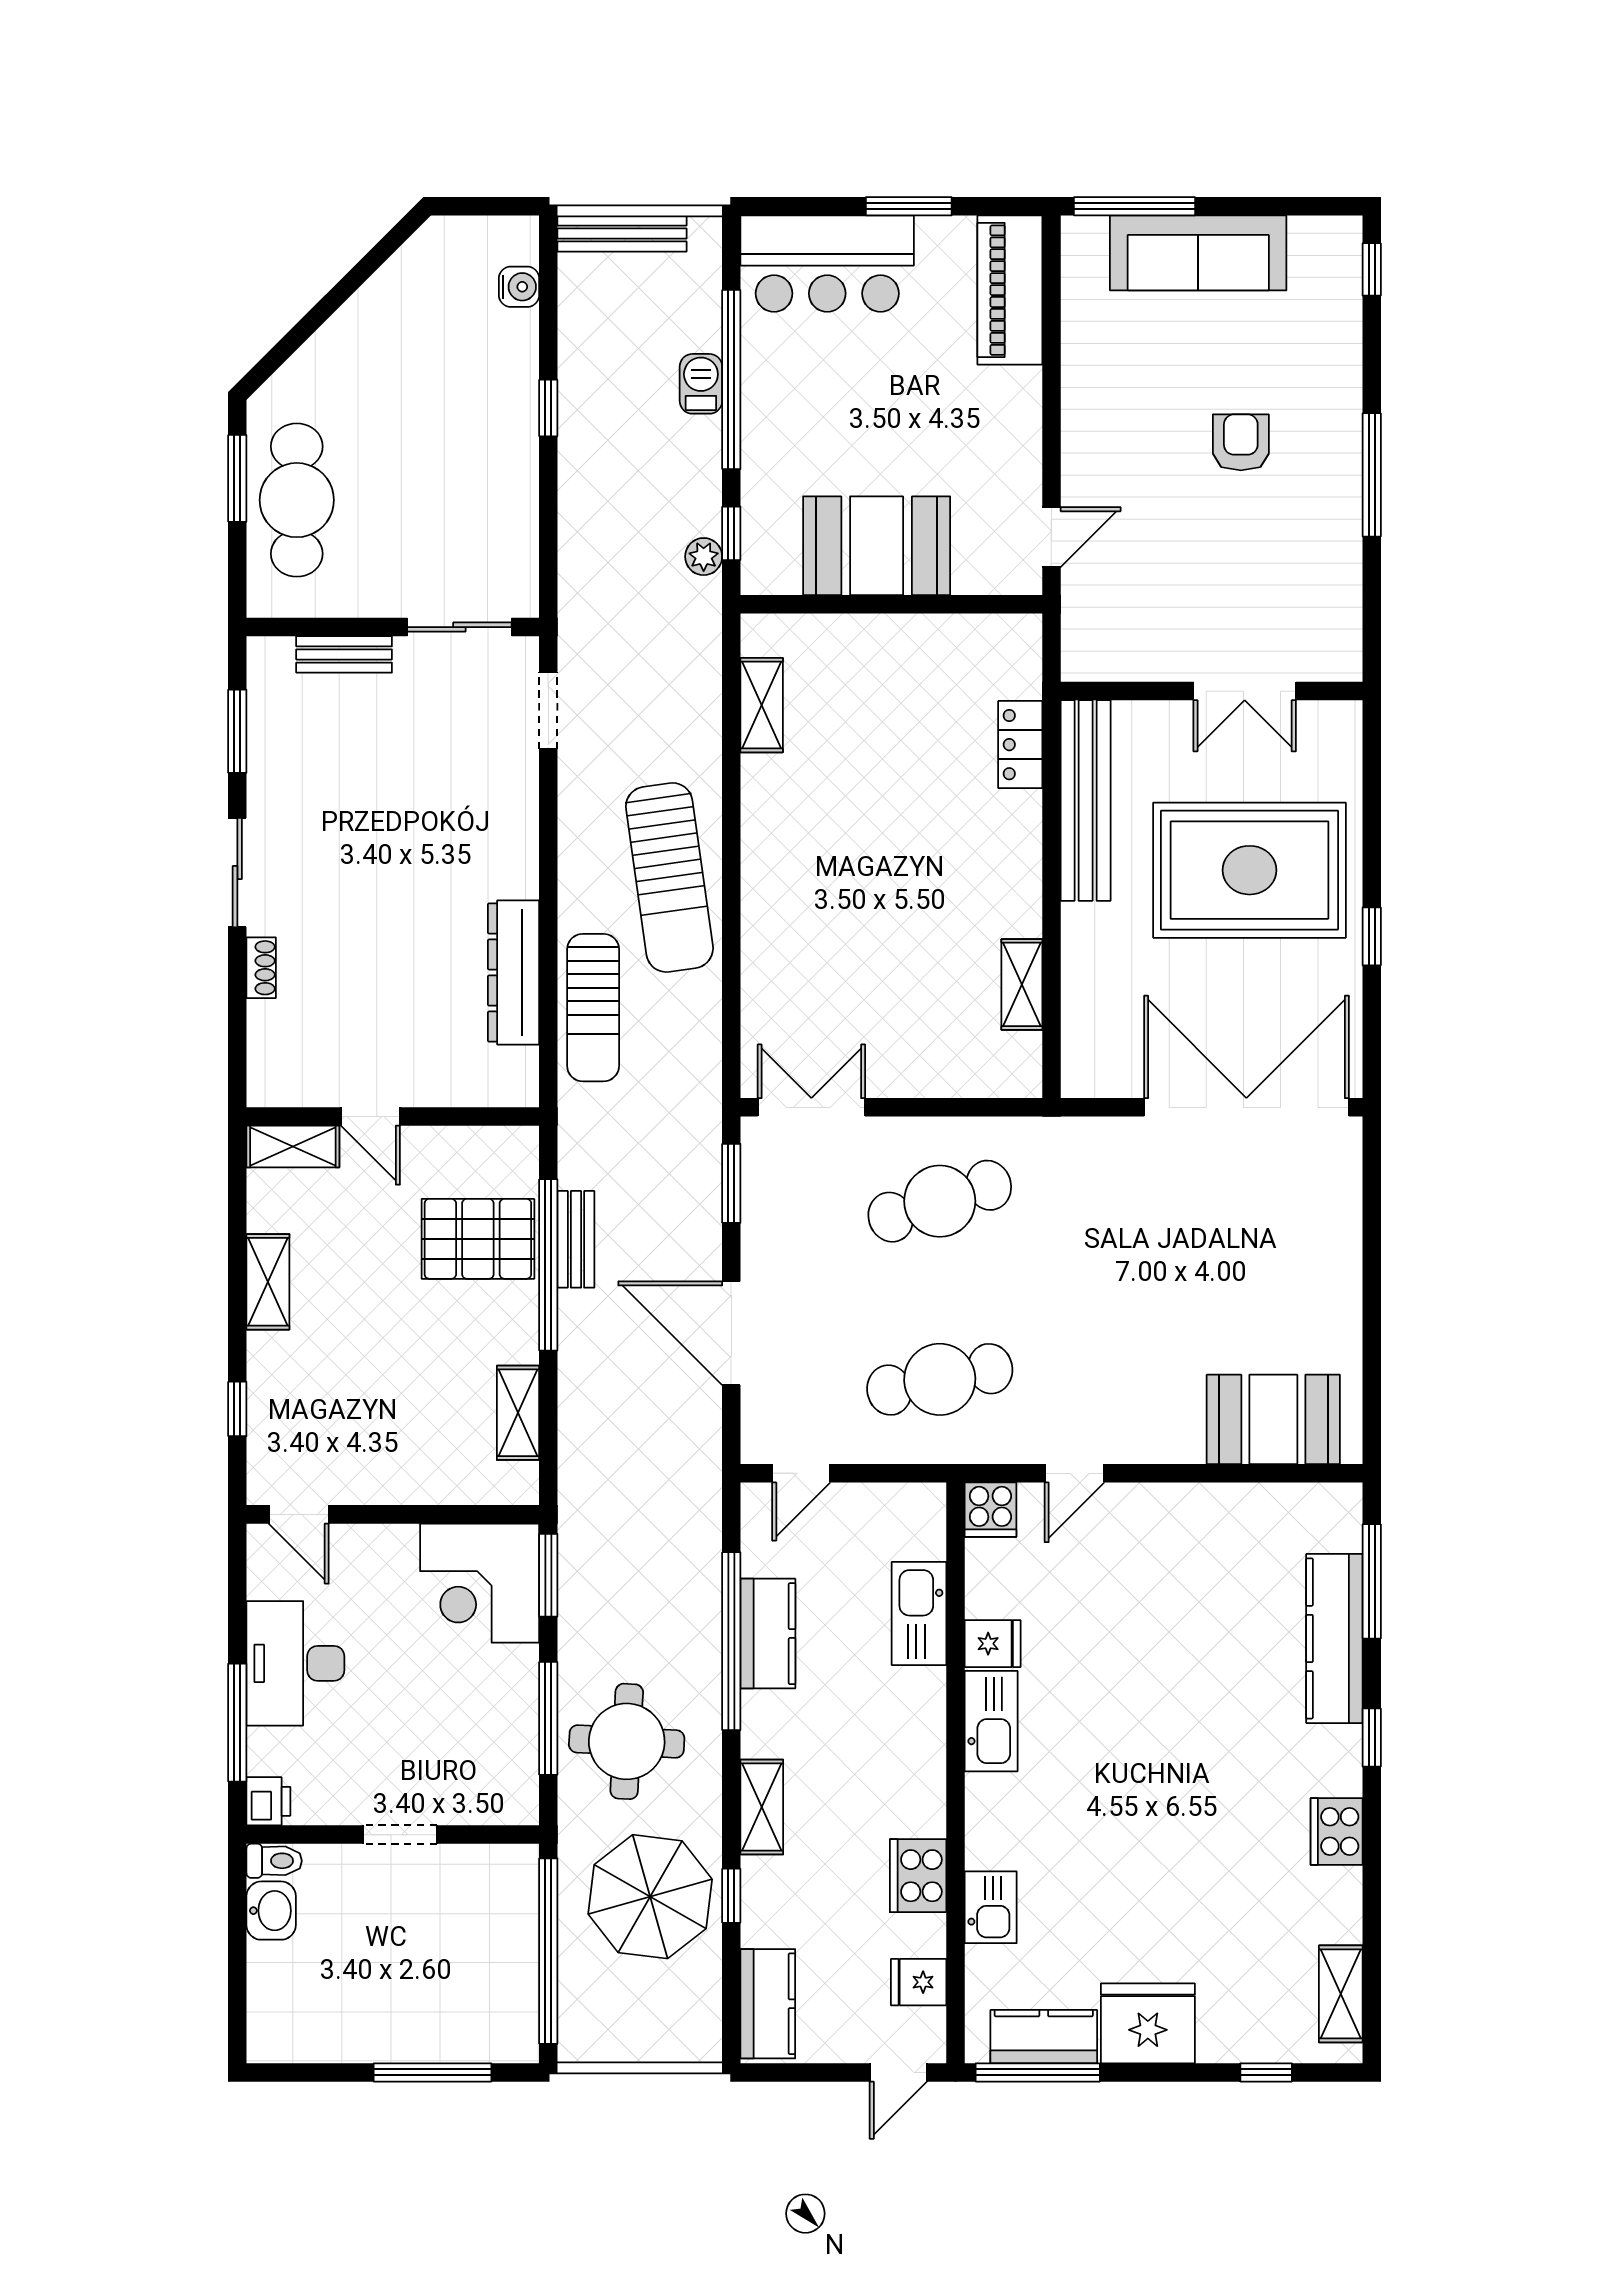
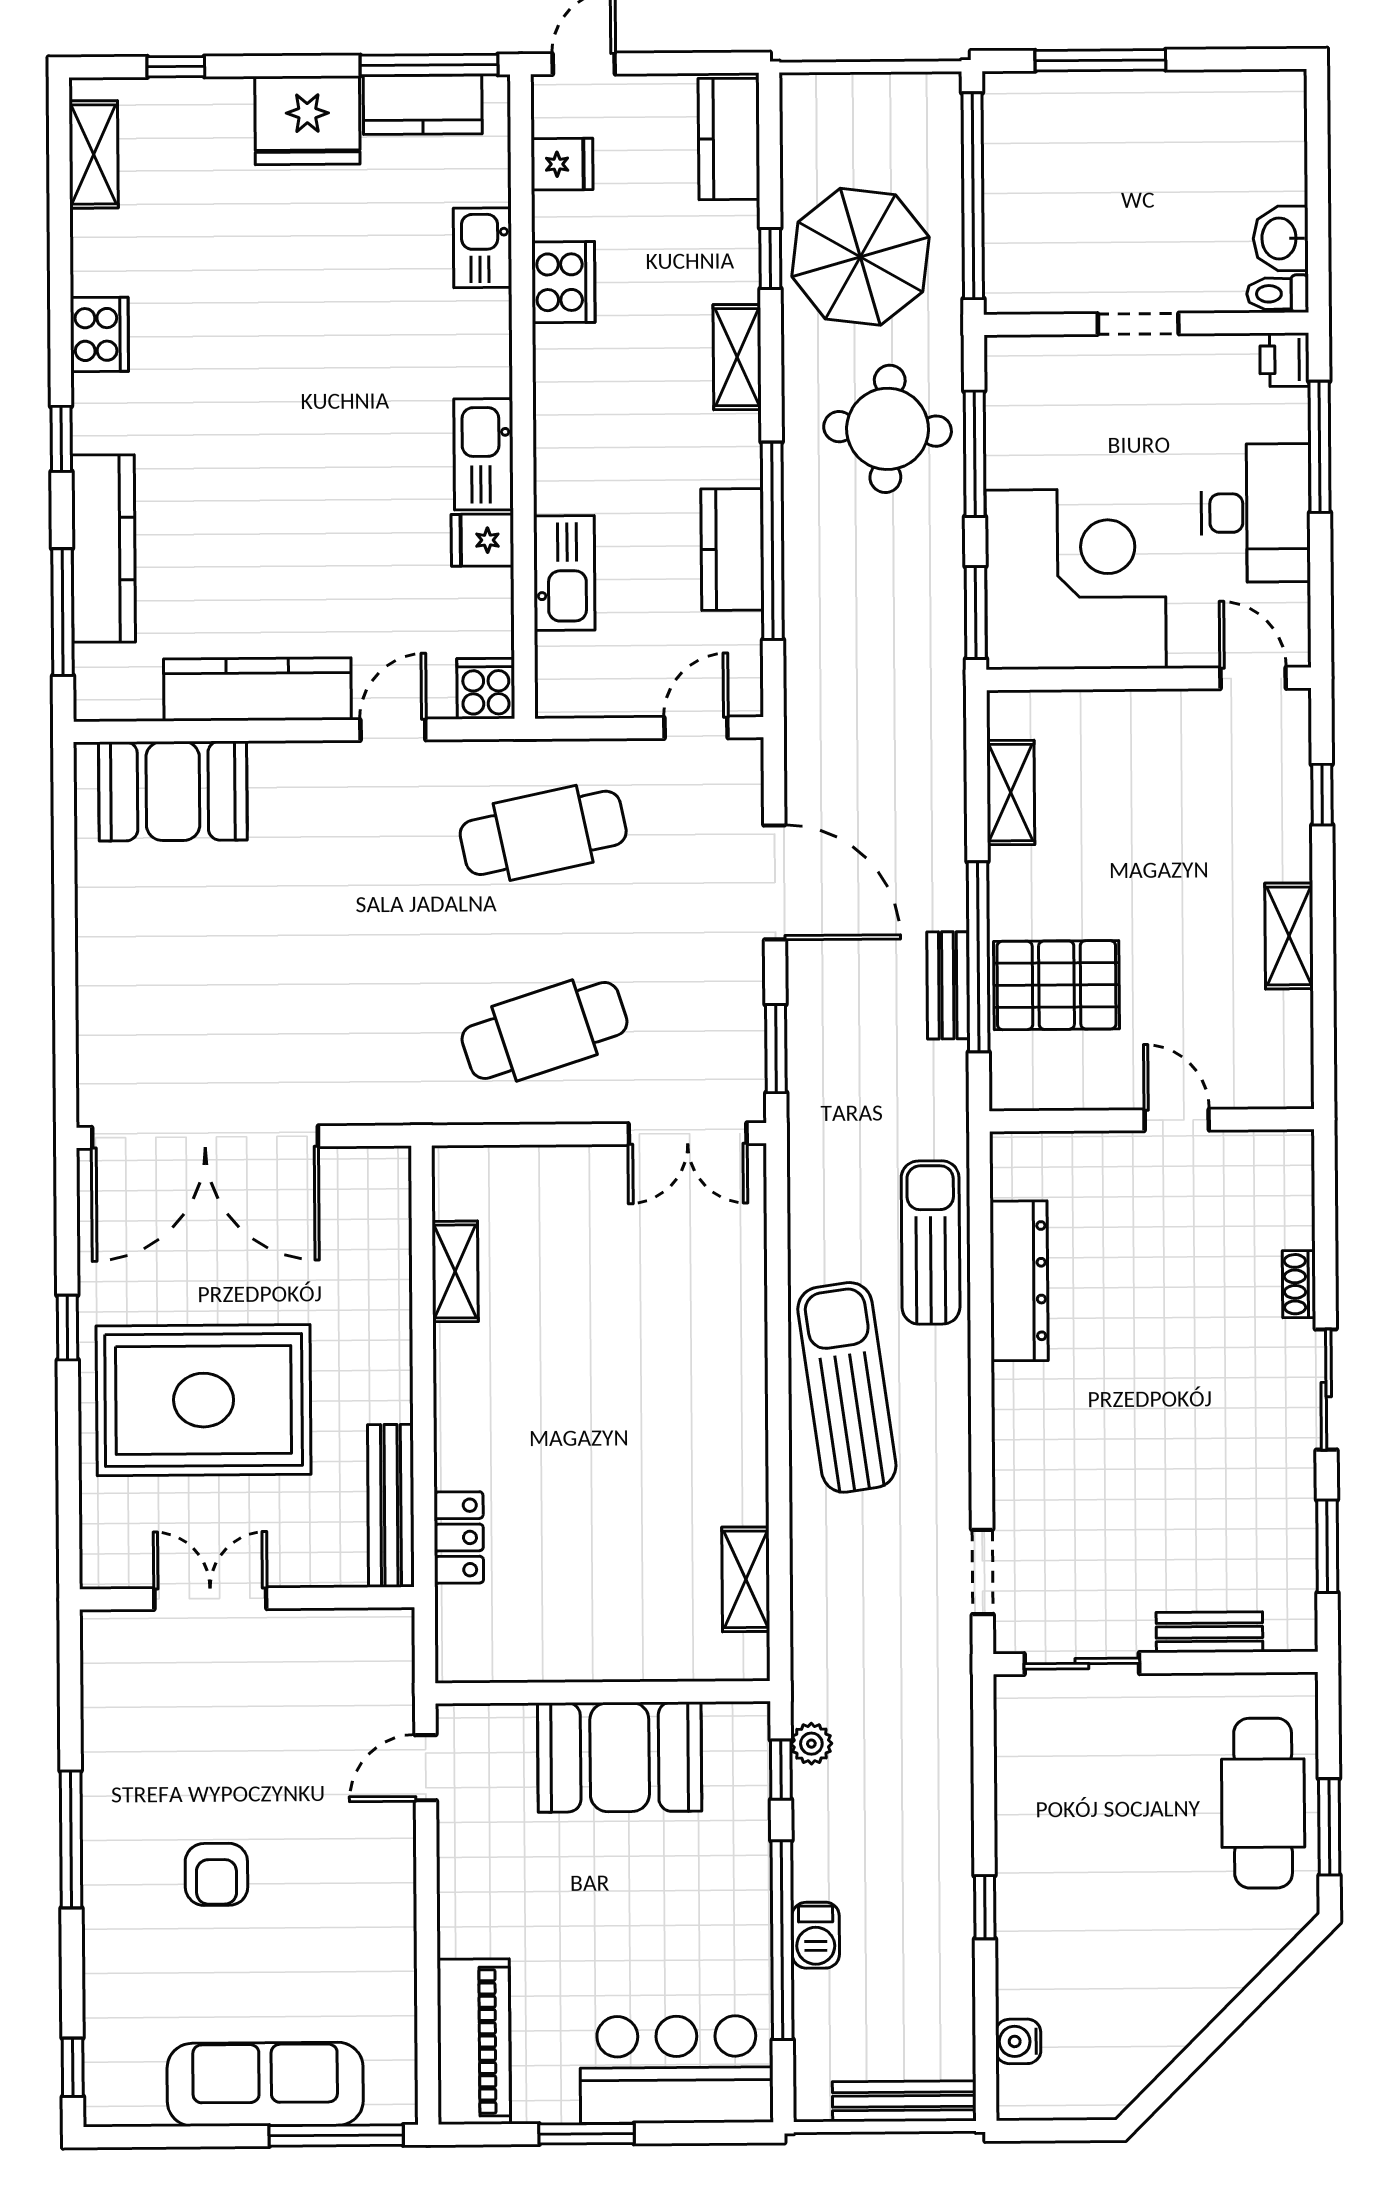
bench: (1086, 801) -> (391, 1506), width x0.73, depth x0.82
shelving: (293, 1147) -> (1262, 1086), removed
kitchen counter: (1196, 1510) -> (257, 689), added
corner desk: (480, 1583) -> (1076, 579), width x1.36, depth x1.36

